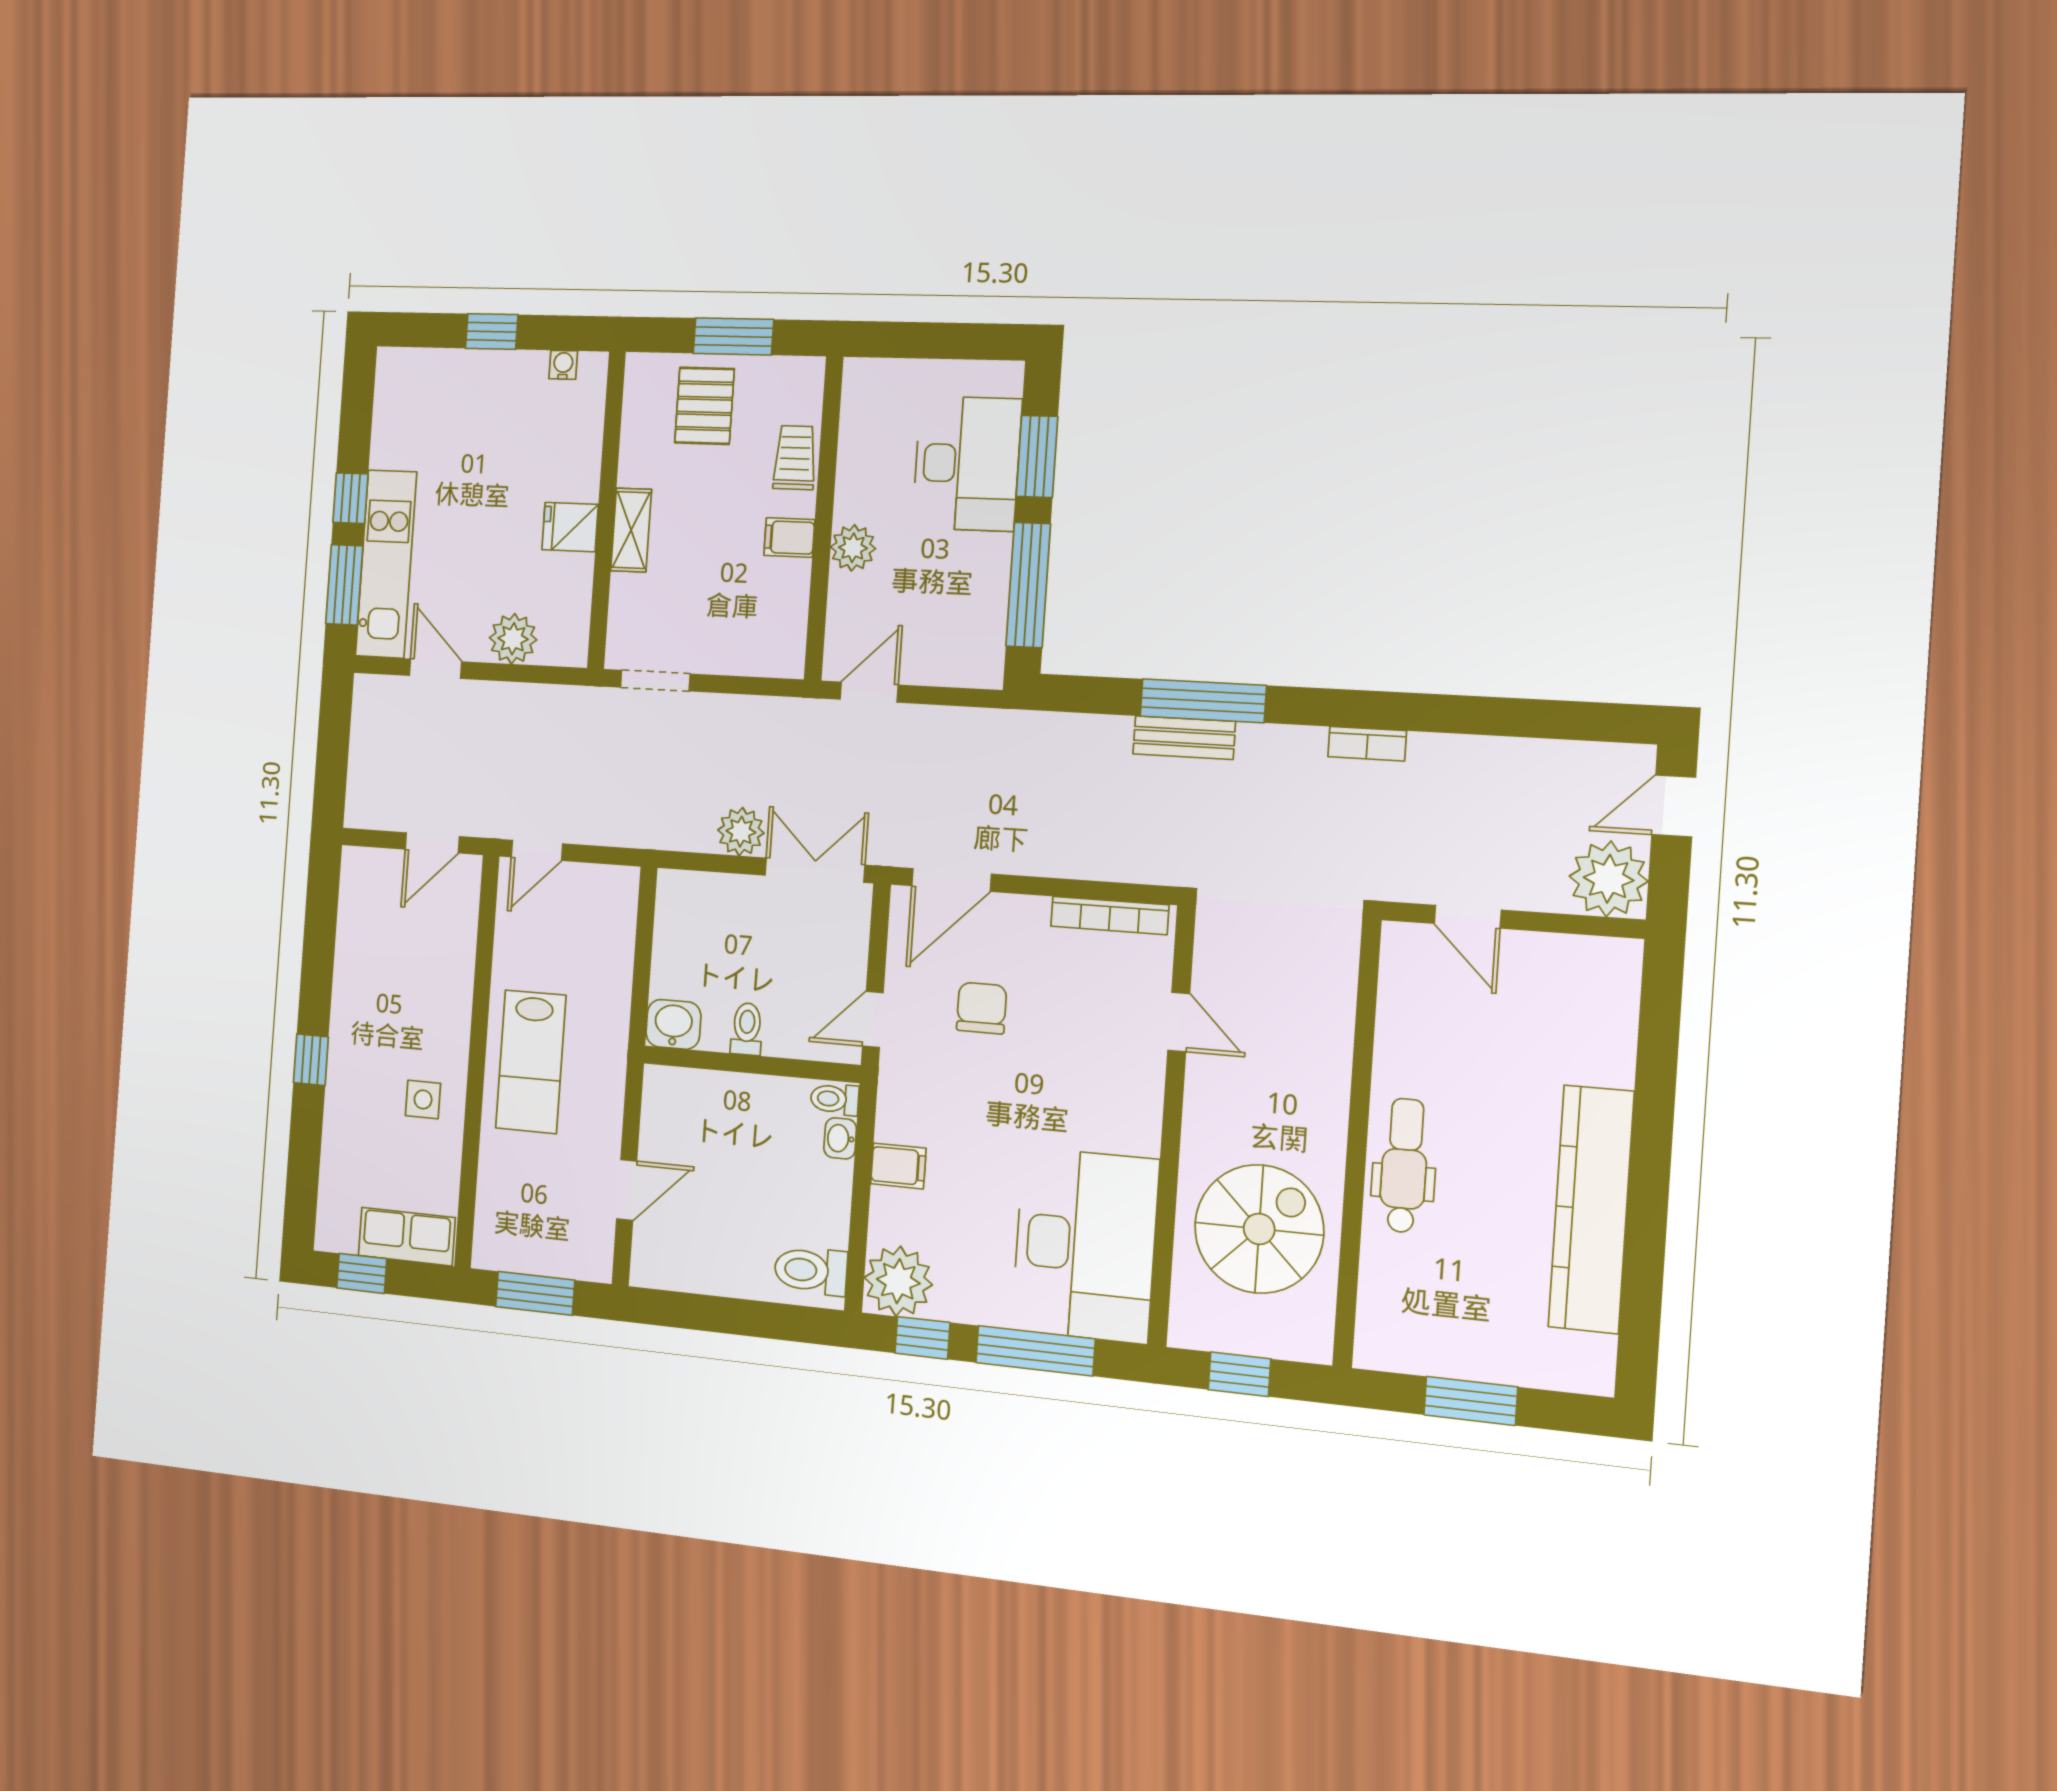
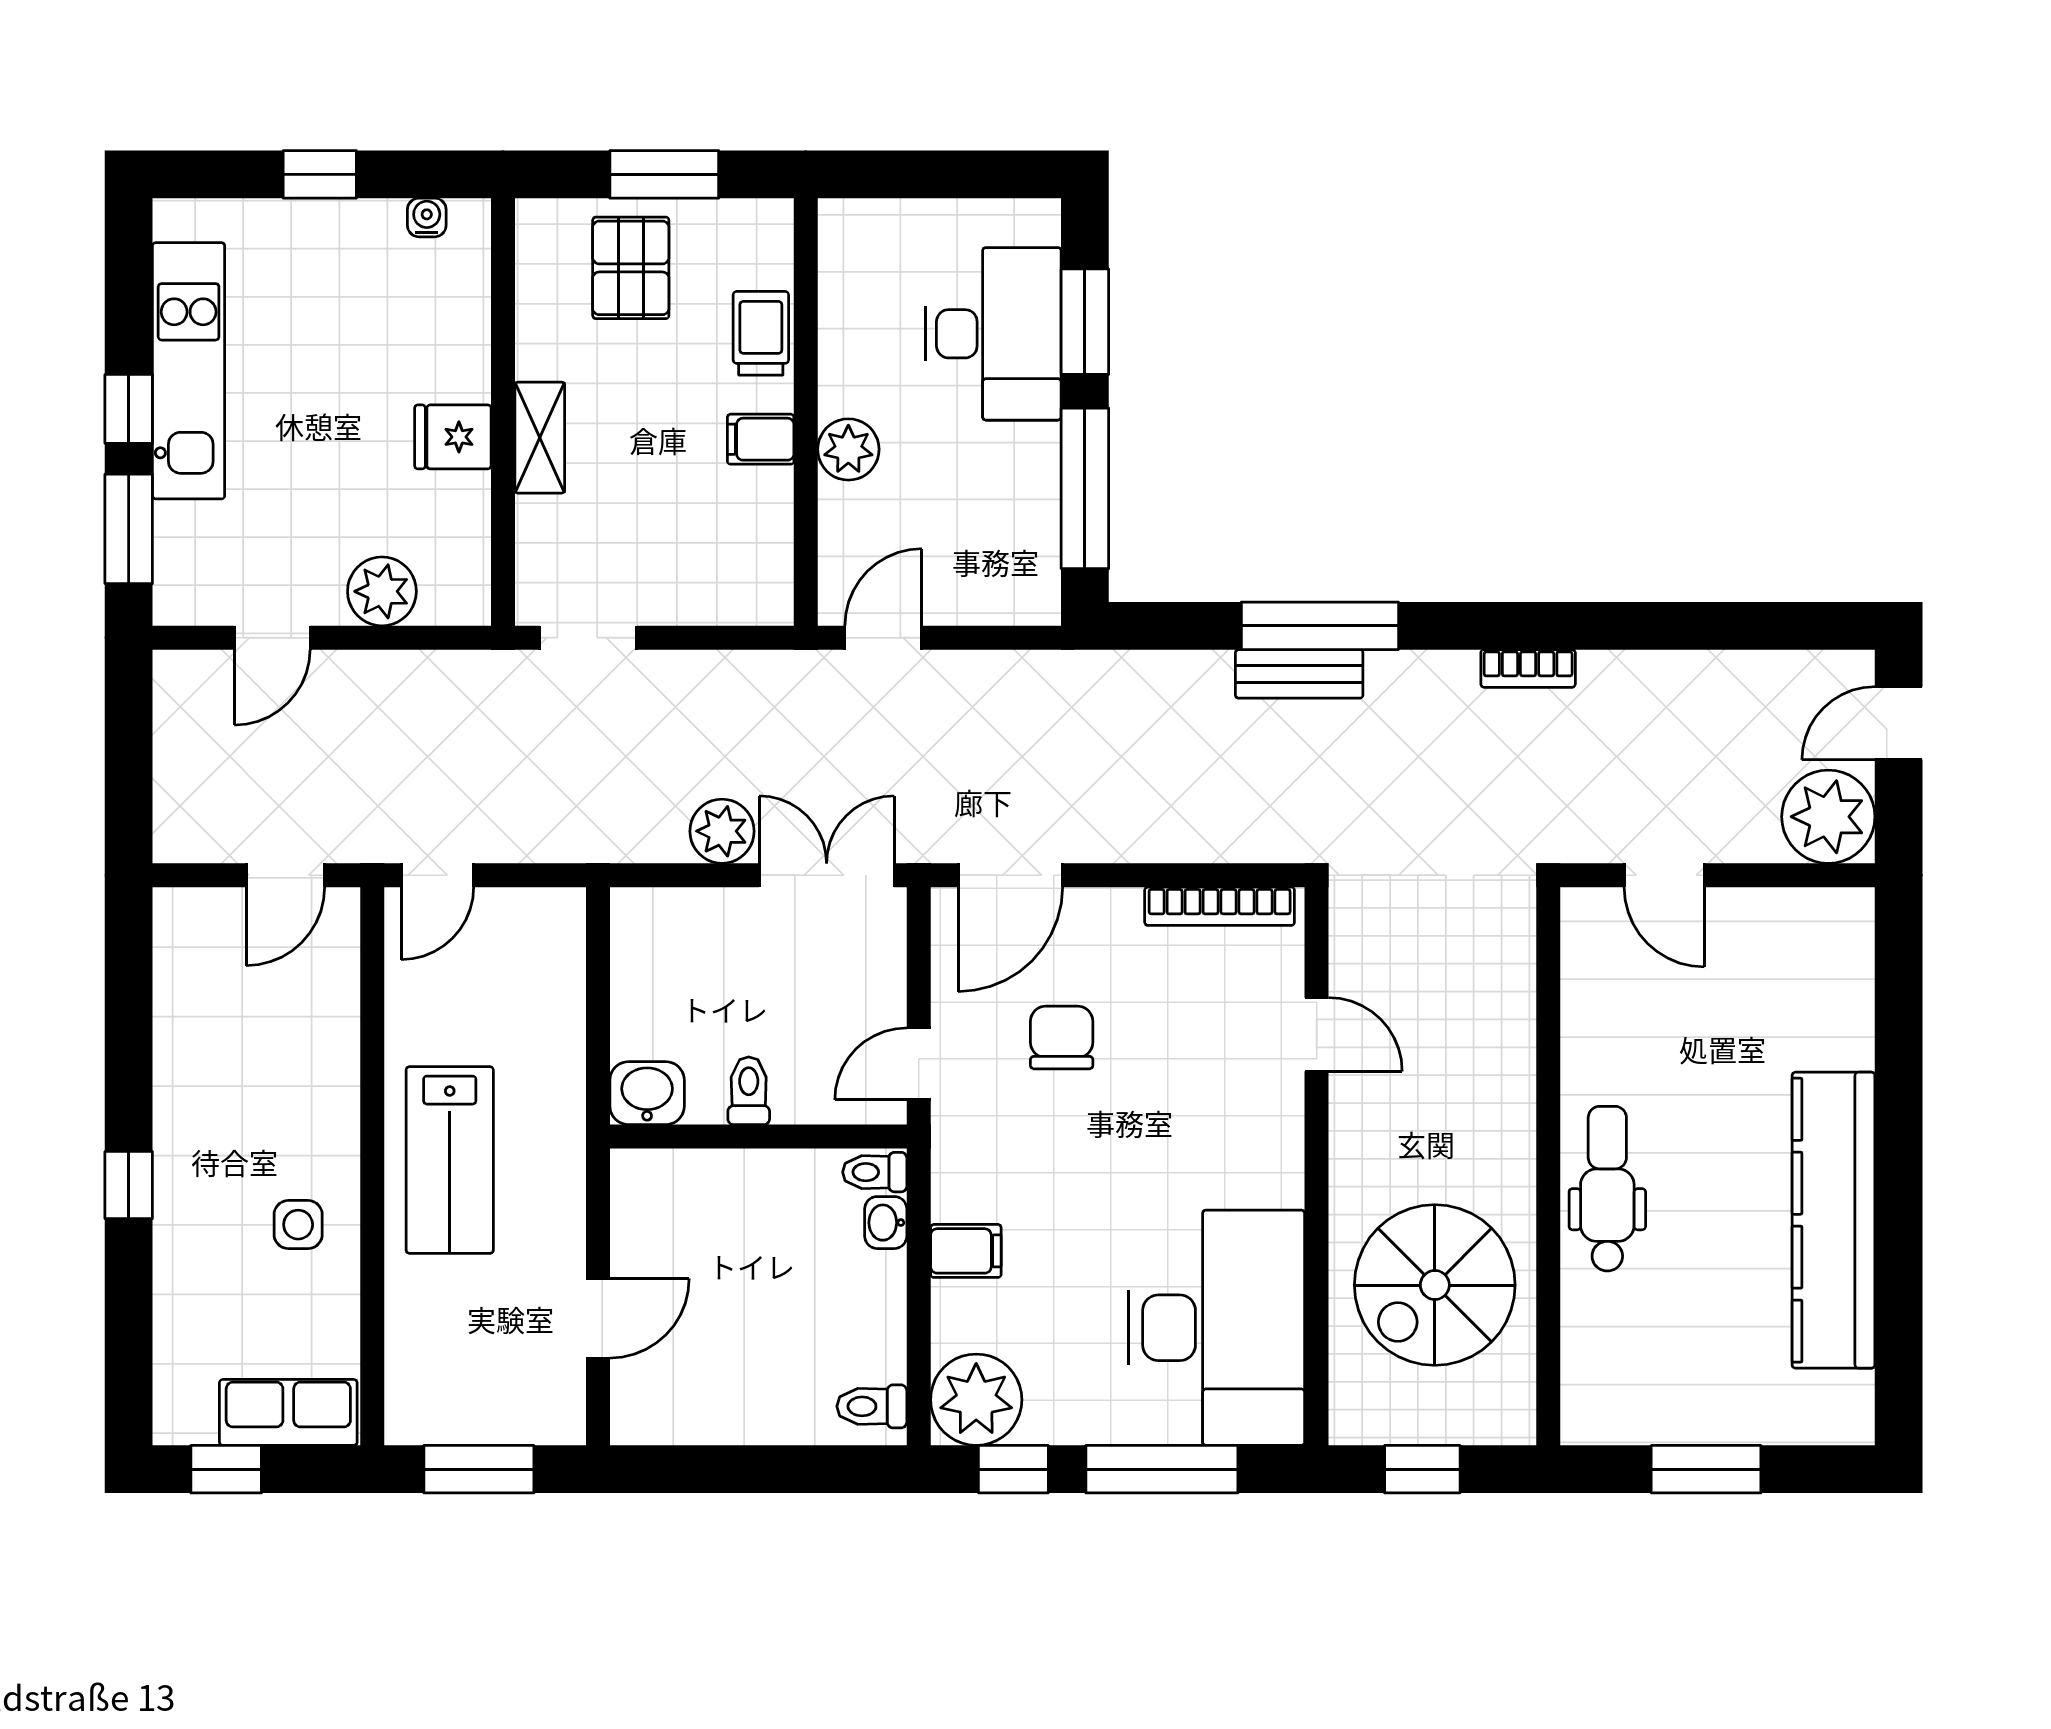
kitchen unit: (386, 564) -> (189, 371), moved
door: (435, 669) -> (272, 638), swing flipped
spiral stairs: (1259, 1229) -> (1435, 1285), turned 180
toilet: (811, 1271) -> (872, 1406), width x0.73, depth x0.72

